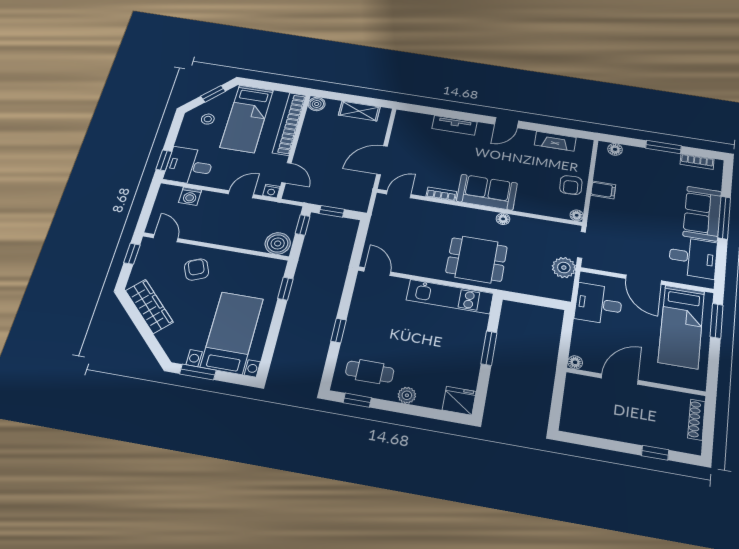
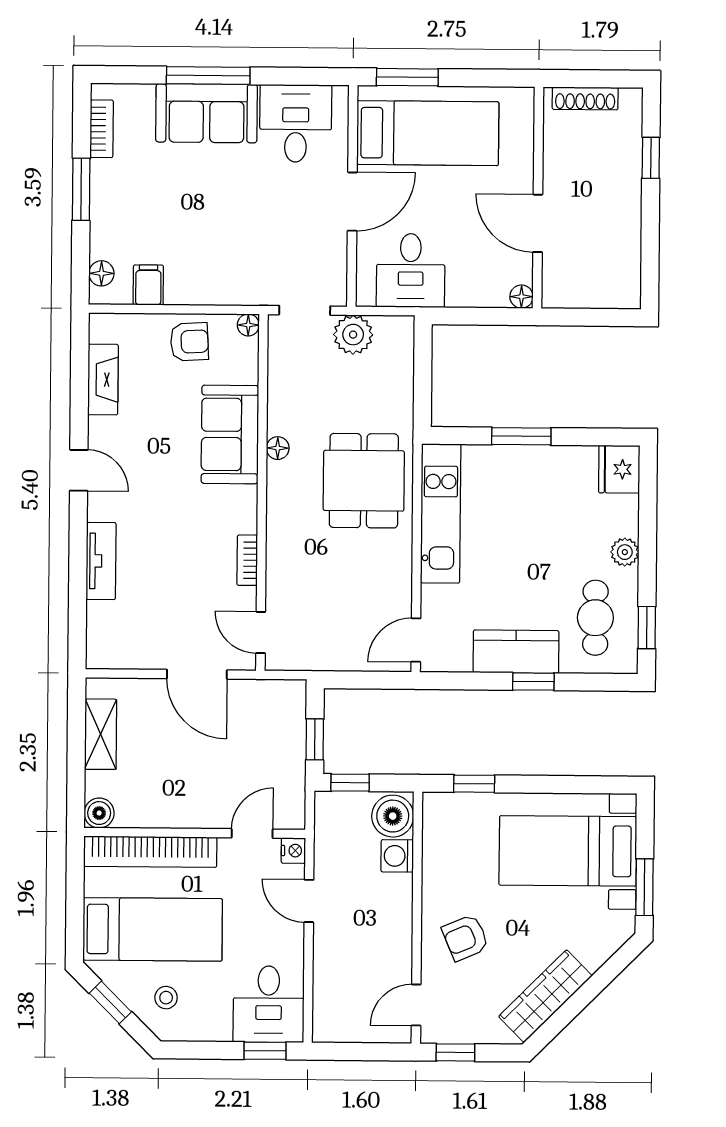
filing cabinet: (603, 190) -> (148, 285), moved
sofa: (487, 192) -> (230, 434), moved
washing machine: (190, 196) -> (397, 856), moved, turned 180
kitchen counter: (359, 324) -> (516, 652), added

